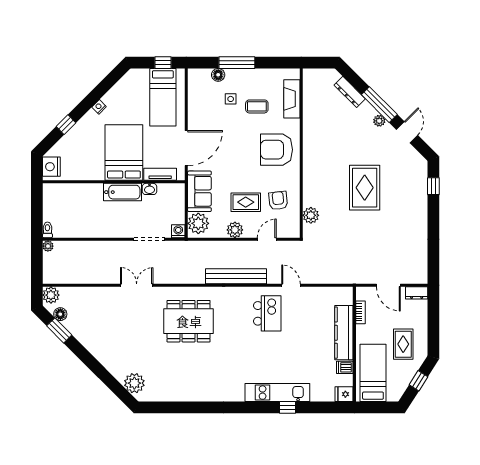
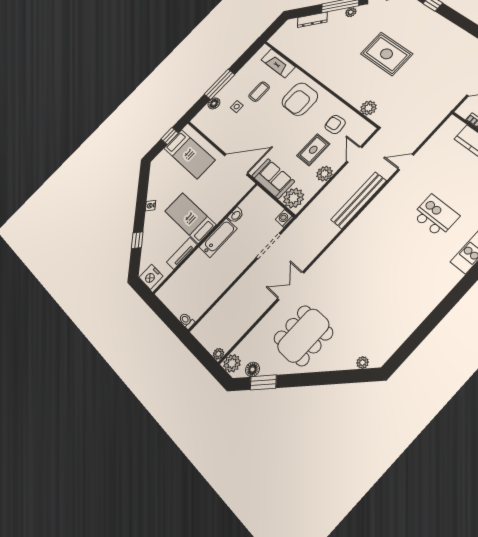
door: (186, 148) -> (236, 164), hinge flipped
bed: (124, 153) -> (190, 218), width x0.67
tv unit: (160, 174) -> (182, 253), moved
plant: (48, 246) -> (218, 354), moved
kitchen island: (267, 313) -> (436, 216), moved
dining table: (189, 321) -> (303, 336), moved
plant: (134, 383) -> (363, 363), width x0.53, depth x0.53

